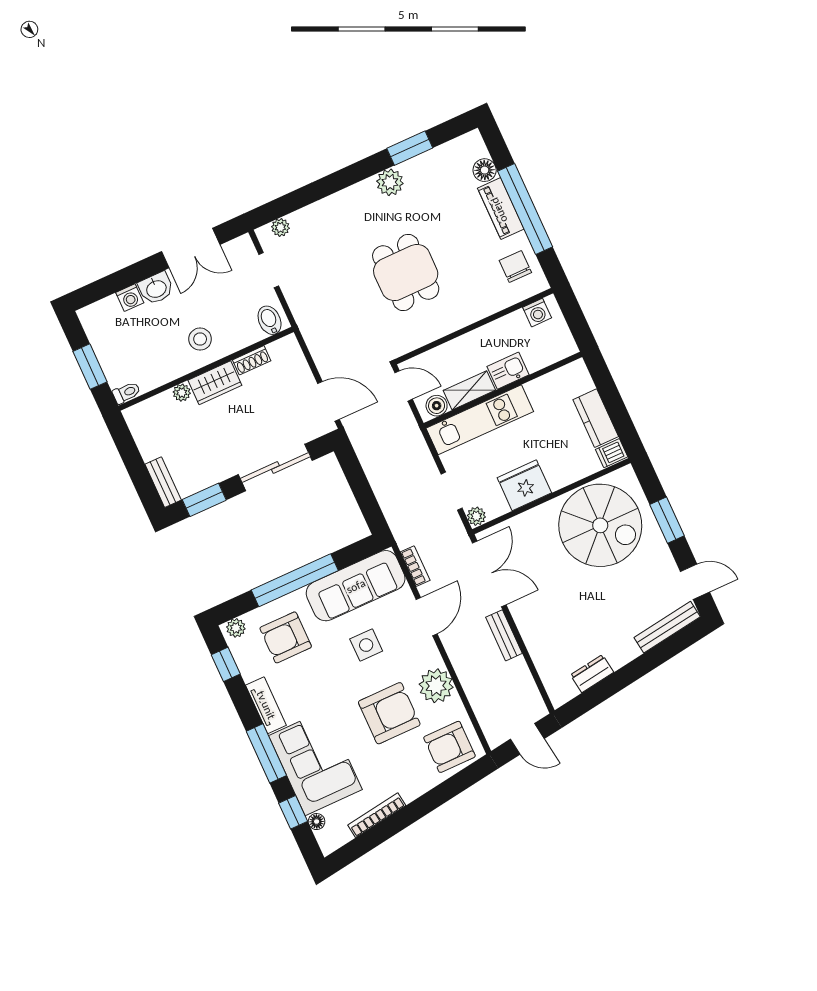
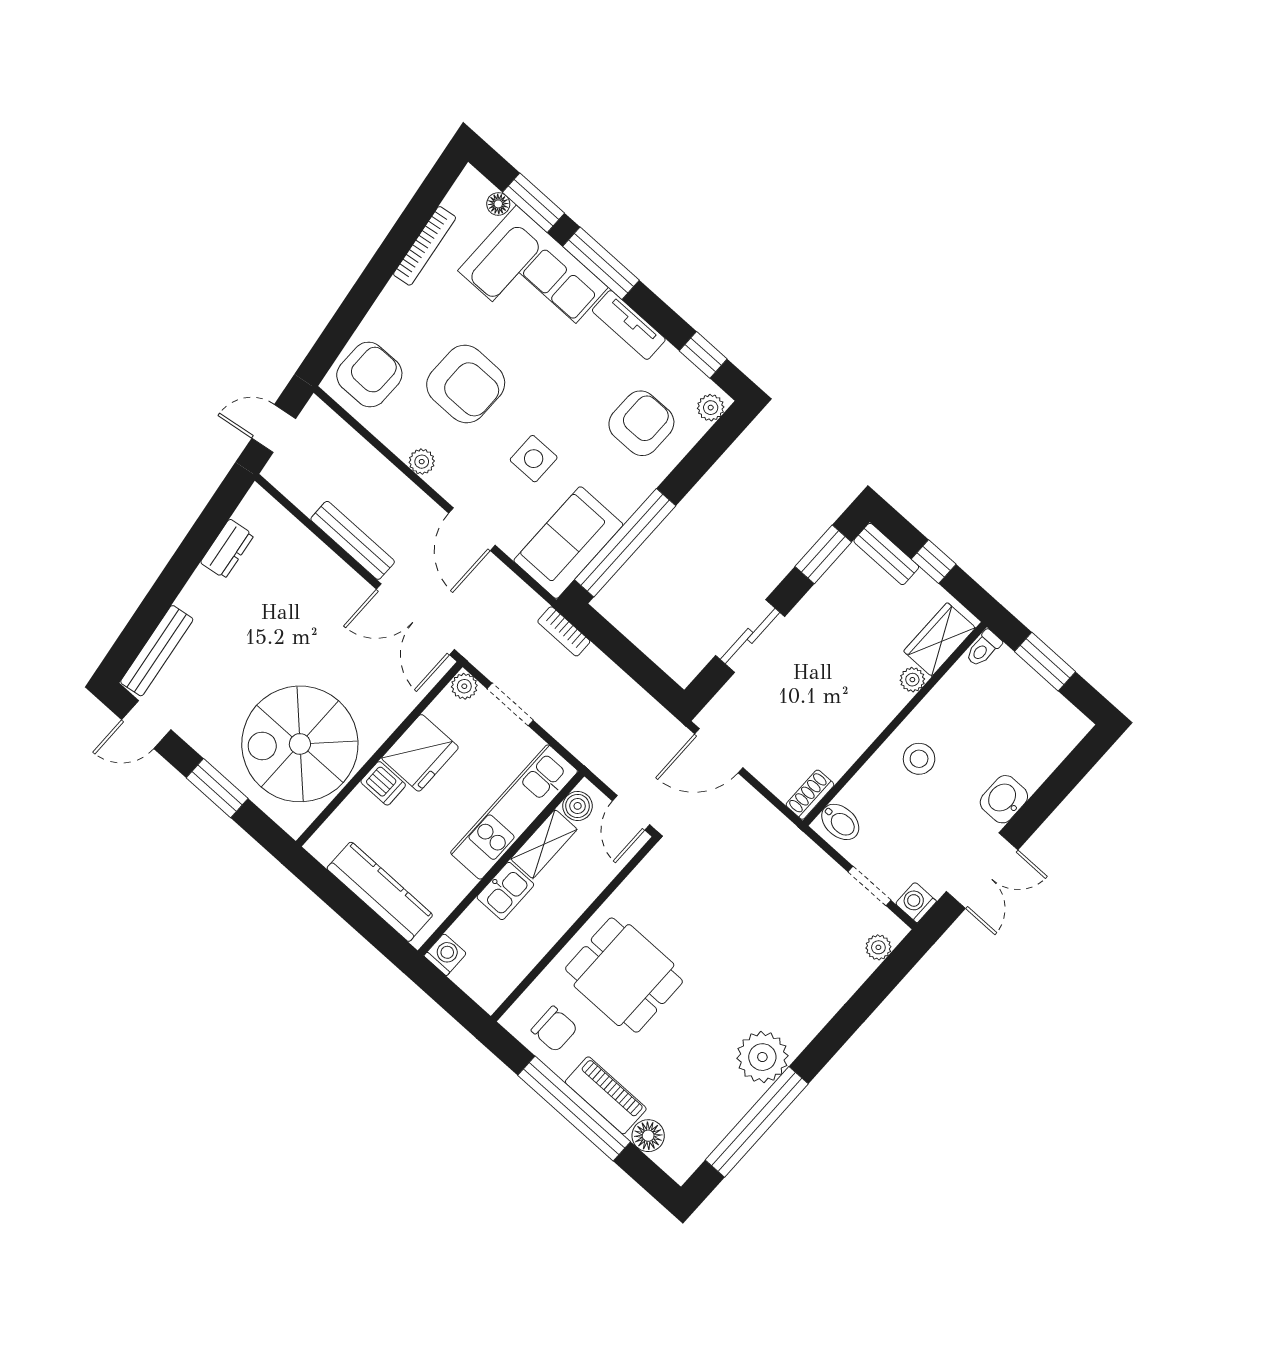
window: (410, 148) -> (757, 1122), width x2.11
plant: (390, 182) -> (762, 1057), width x1.36, depth x1.36
double door: (191, 248) -> (982, 871), swing flipped
dining table: (406, 273) -> (624, 975), moved
washing machine: (130, 298) -> (916, 902), moved
washing machine: (537, 313) -> (445, 955), moved, turned 90
shoe rack: (252, 360) -> (810, 795), moved
wardrobe: (215, 383) -> (939, 639), moved
door: (404, 386) -> (631, 813), hinge flipped
kitchen counter: (596, 418) -> (380, 892), width x1.50
dishwasher: (612, 453) -> (383, 783), moved, turned 90
window: (134, 464) -> (934, 562), added
sliding door: (275, 467) -> (750, 636), width x0.73
bookcase: (415, 566) -> (564, 631), moved
window: (295, 580) -> (625, 543), moved
sofa: (356, 586) -> (568, 543), width x0.73
bench: (504, 635) -> (353, 540), width x1.36
plant: (436, 686) -> (422, 462), width x0.53, depth x0.53
armchair: (389, 713) -> (466, 384), turned -90
window: (293, 812) -> (534, 203), width x1.50

